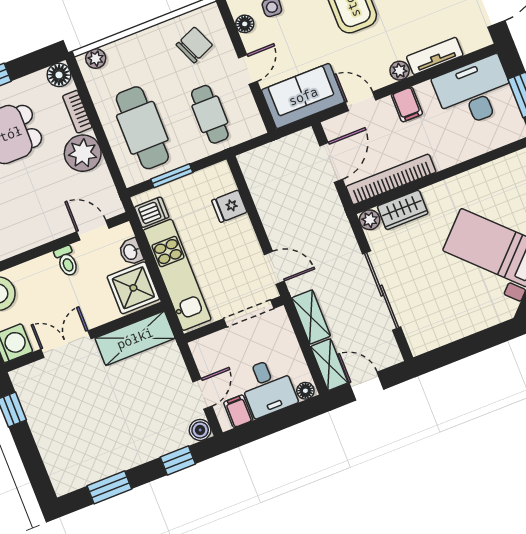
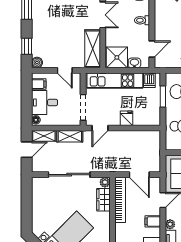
fridge: (229, 206) -> (127, 118), moved
toilet: (67, 261) -> (142, 20), moved
door: (202, 394) -> (65, 70), moved

